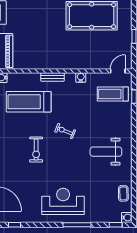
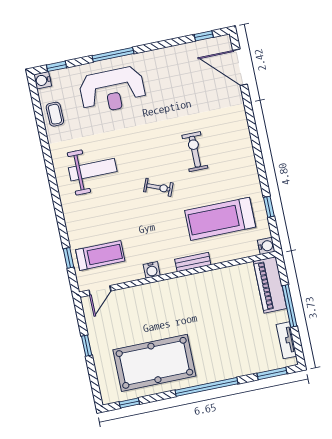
treadmill: (29, 102) -> (220, 219), turned 180
reception desk: (63, 201) -> (112, 90), moved

